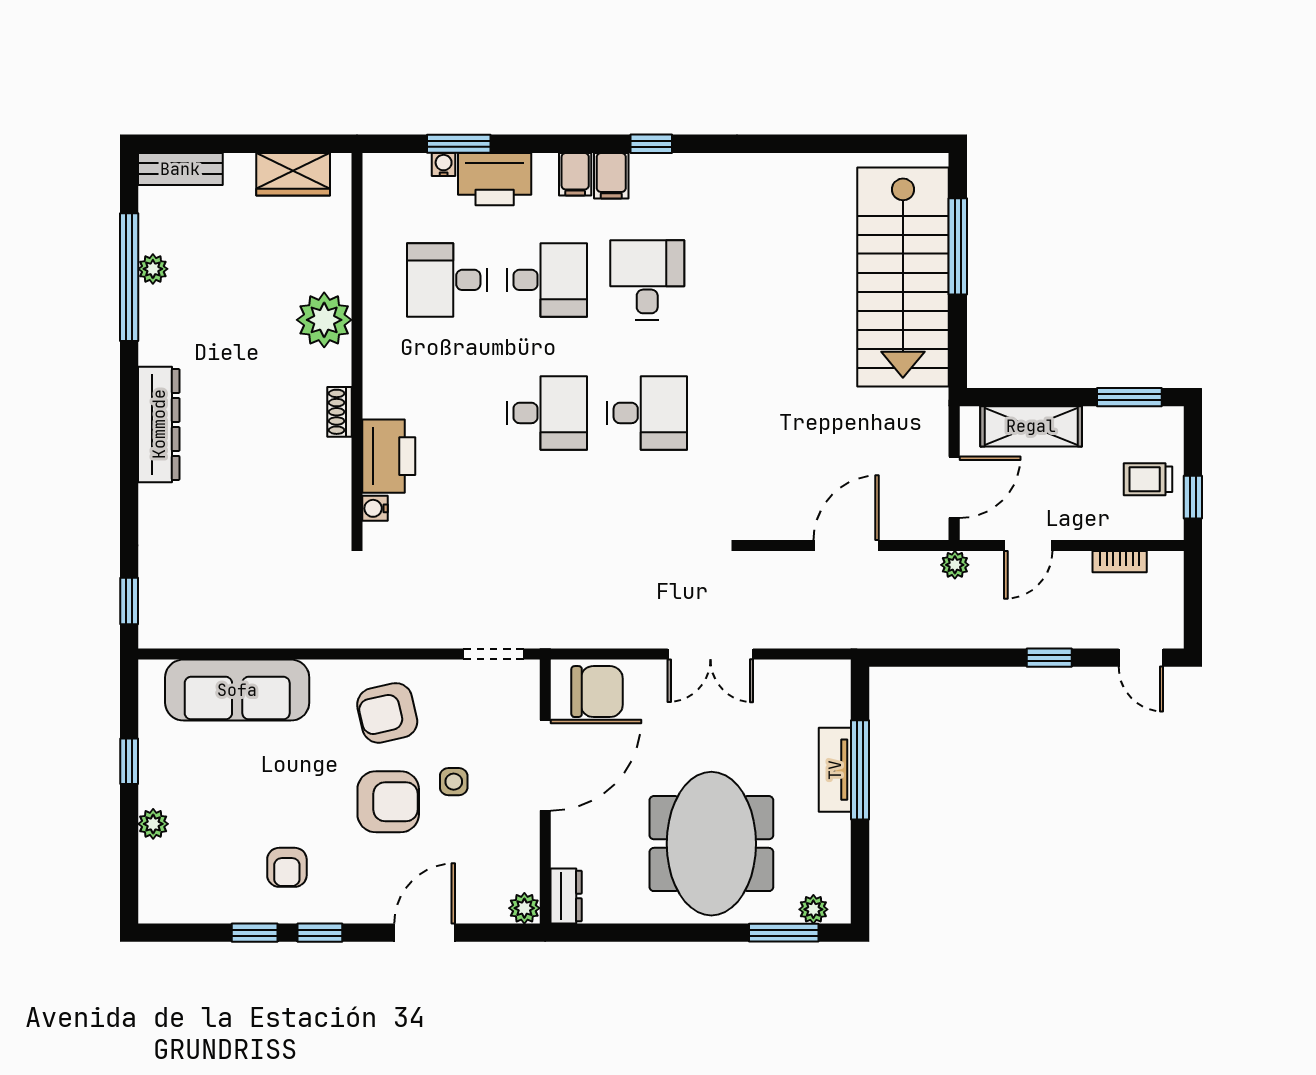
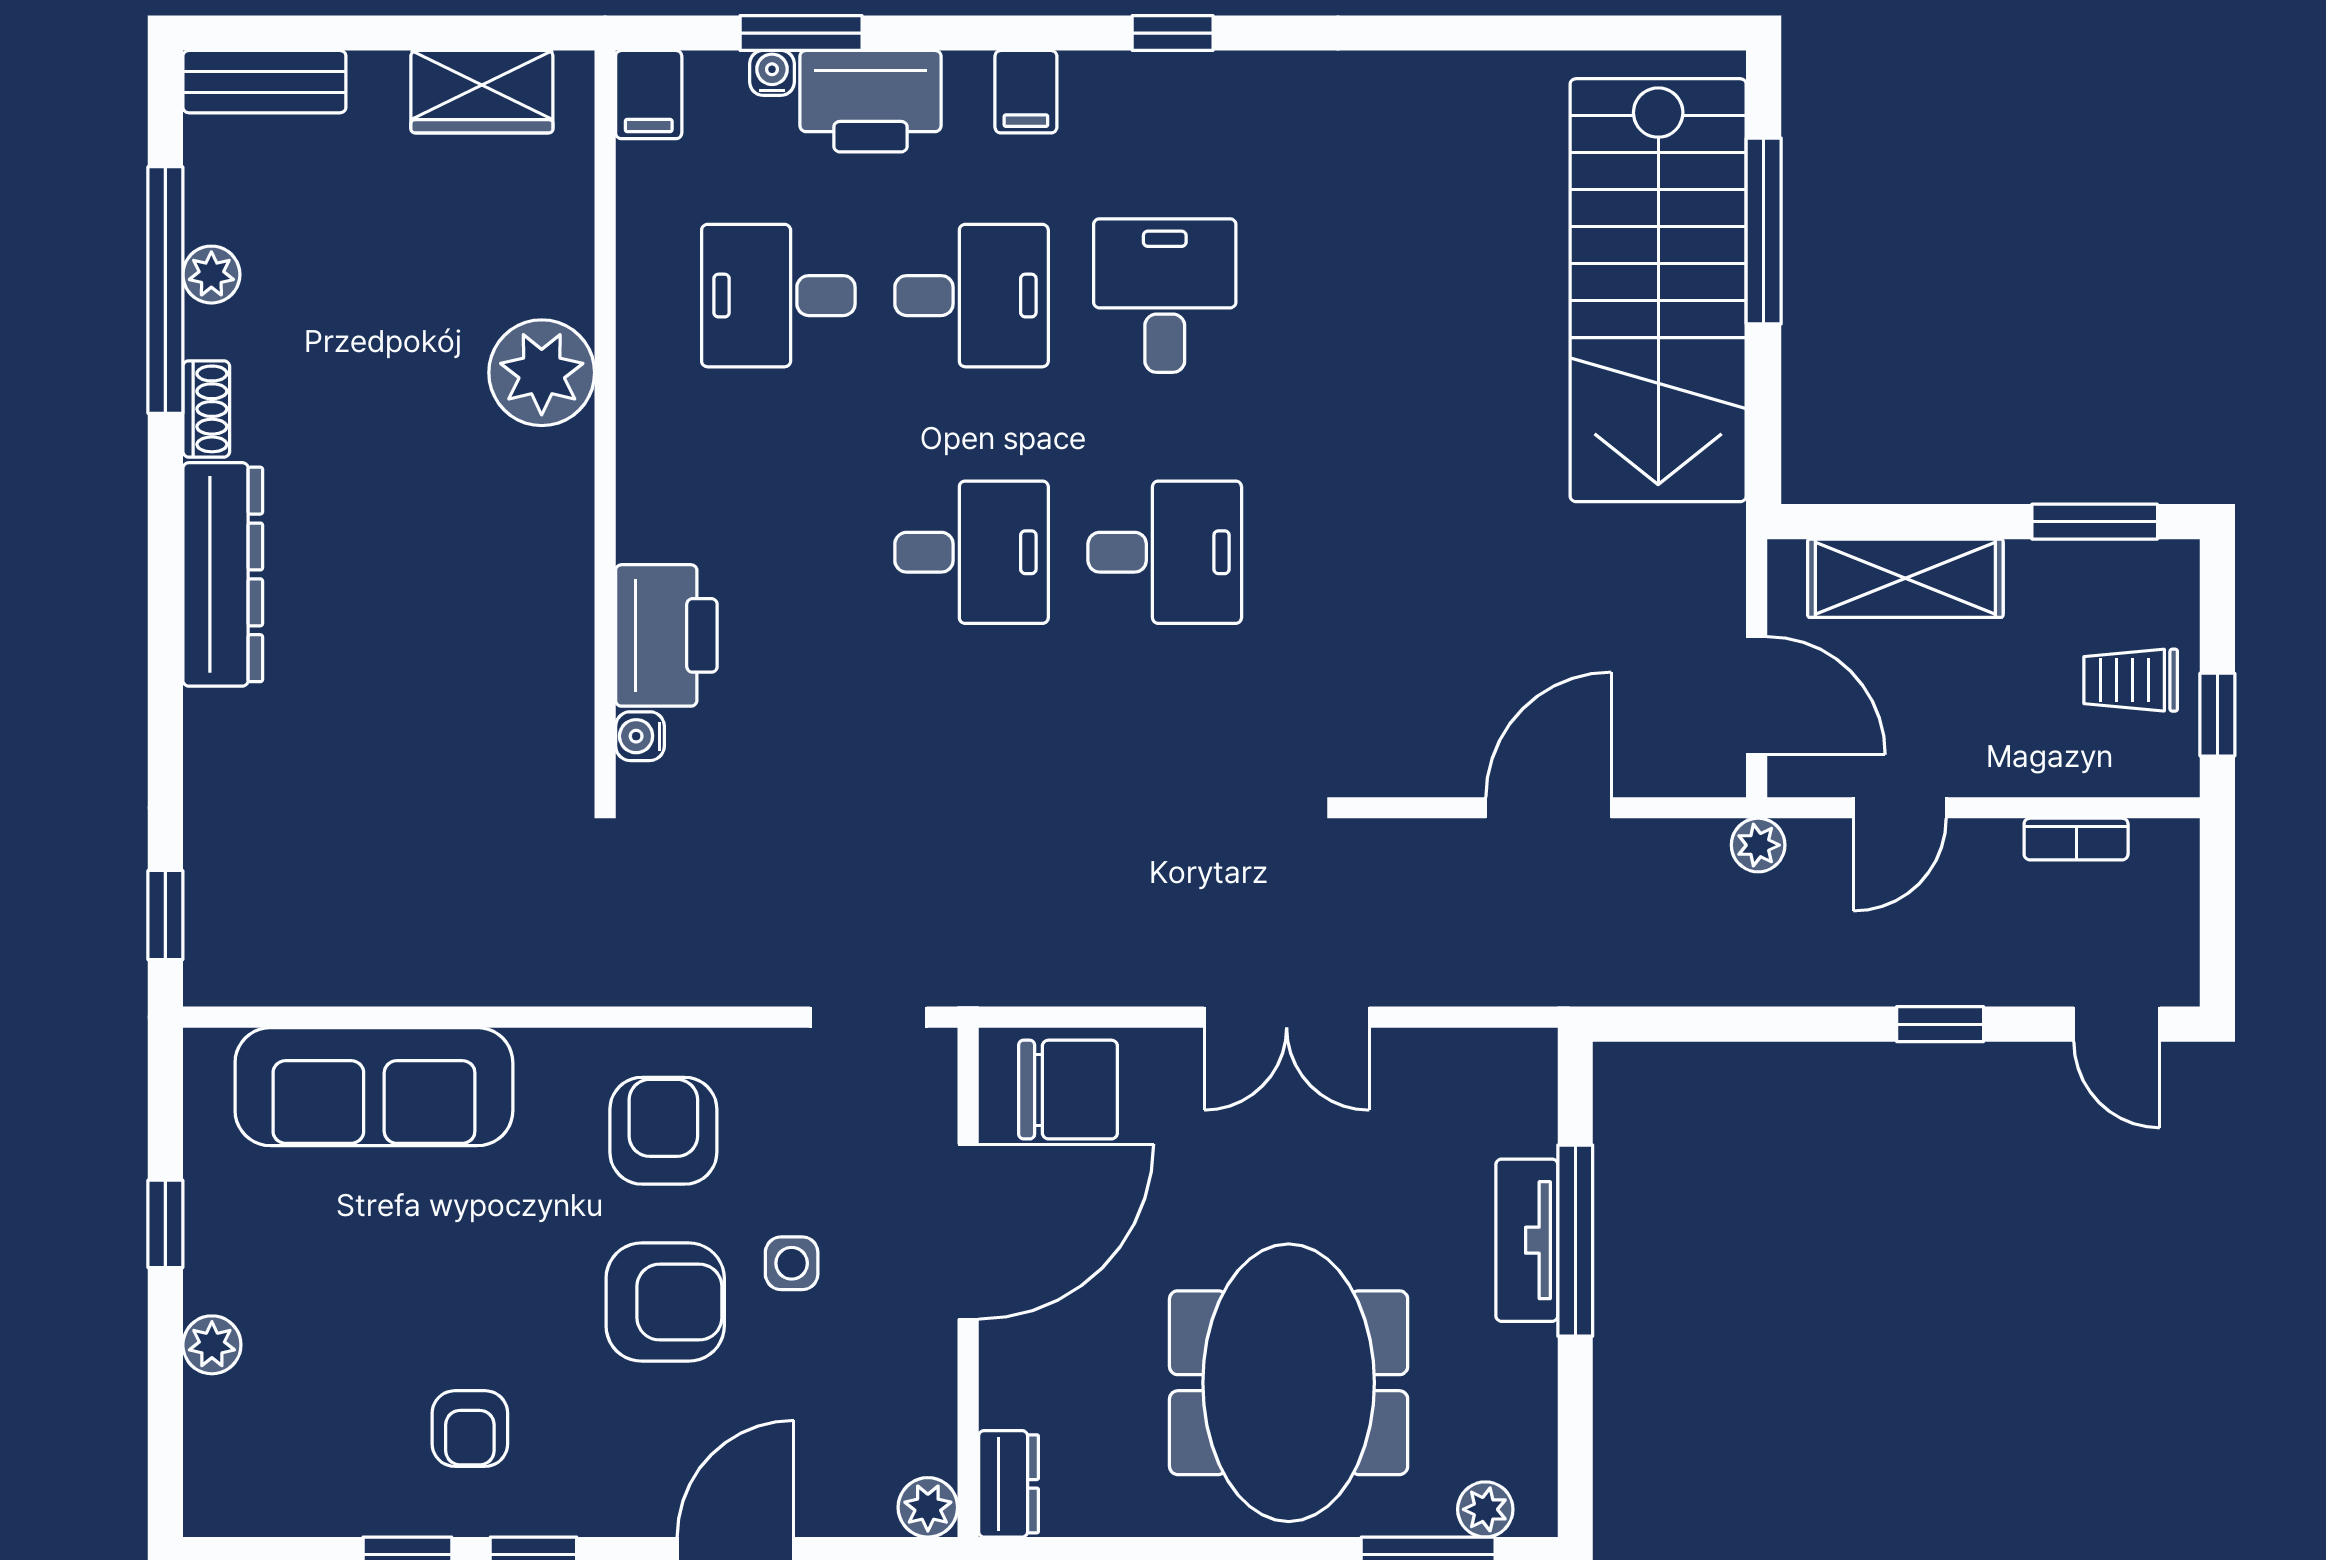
filing cabinet: (611, 176) -> (649, 95), moved
shoe rack: (339, 412) -> (206, 409), moved, turned 180
door: (954, 487) -> (1757, 696), hinge flipped
armchair: (387, 713) -> (663, 1131), turned 103

